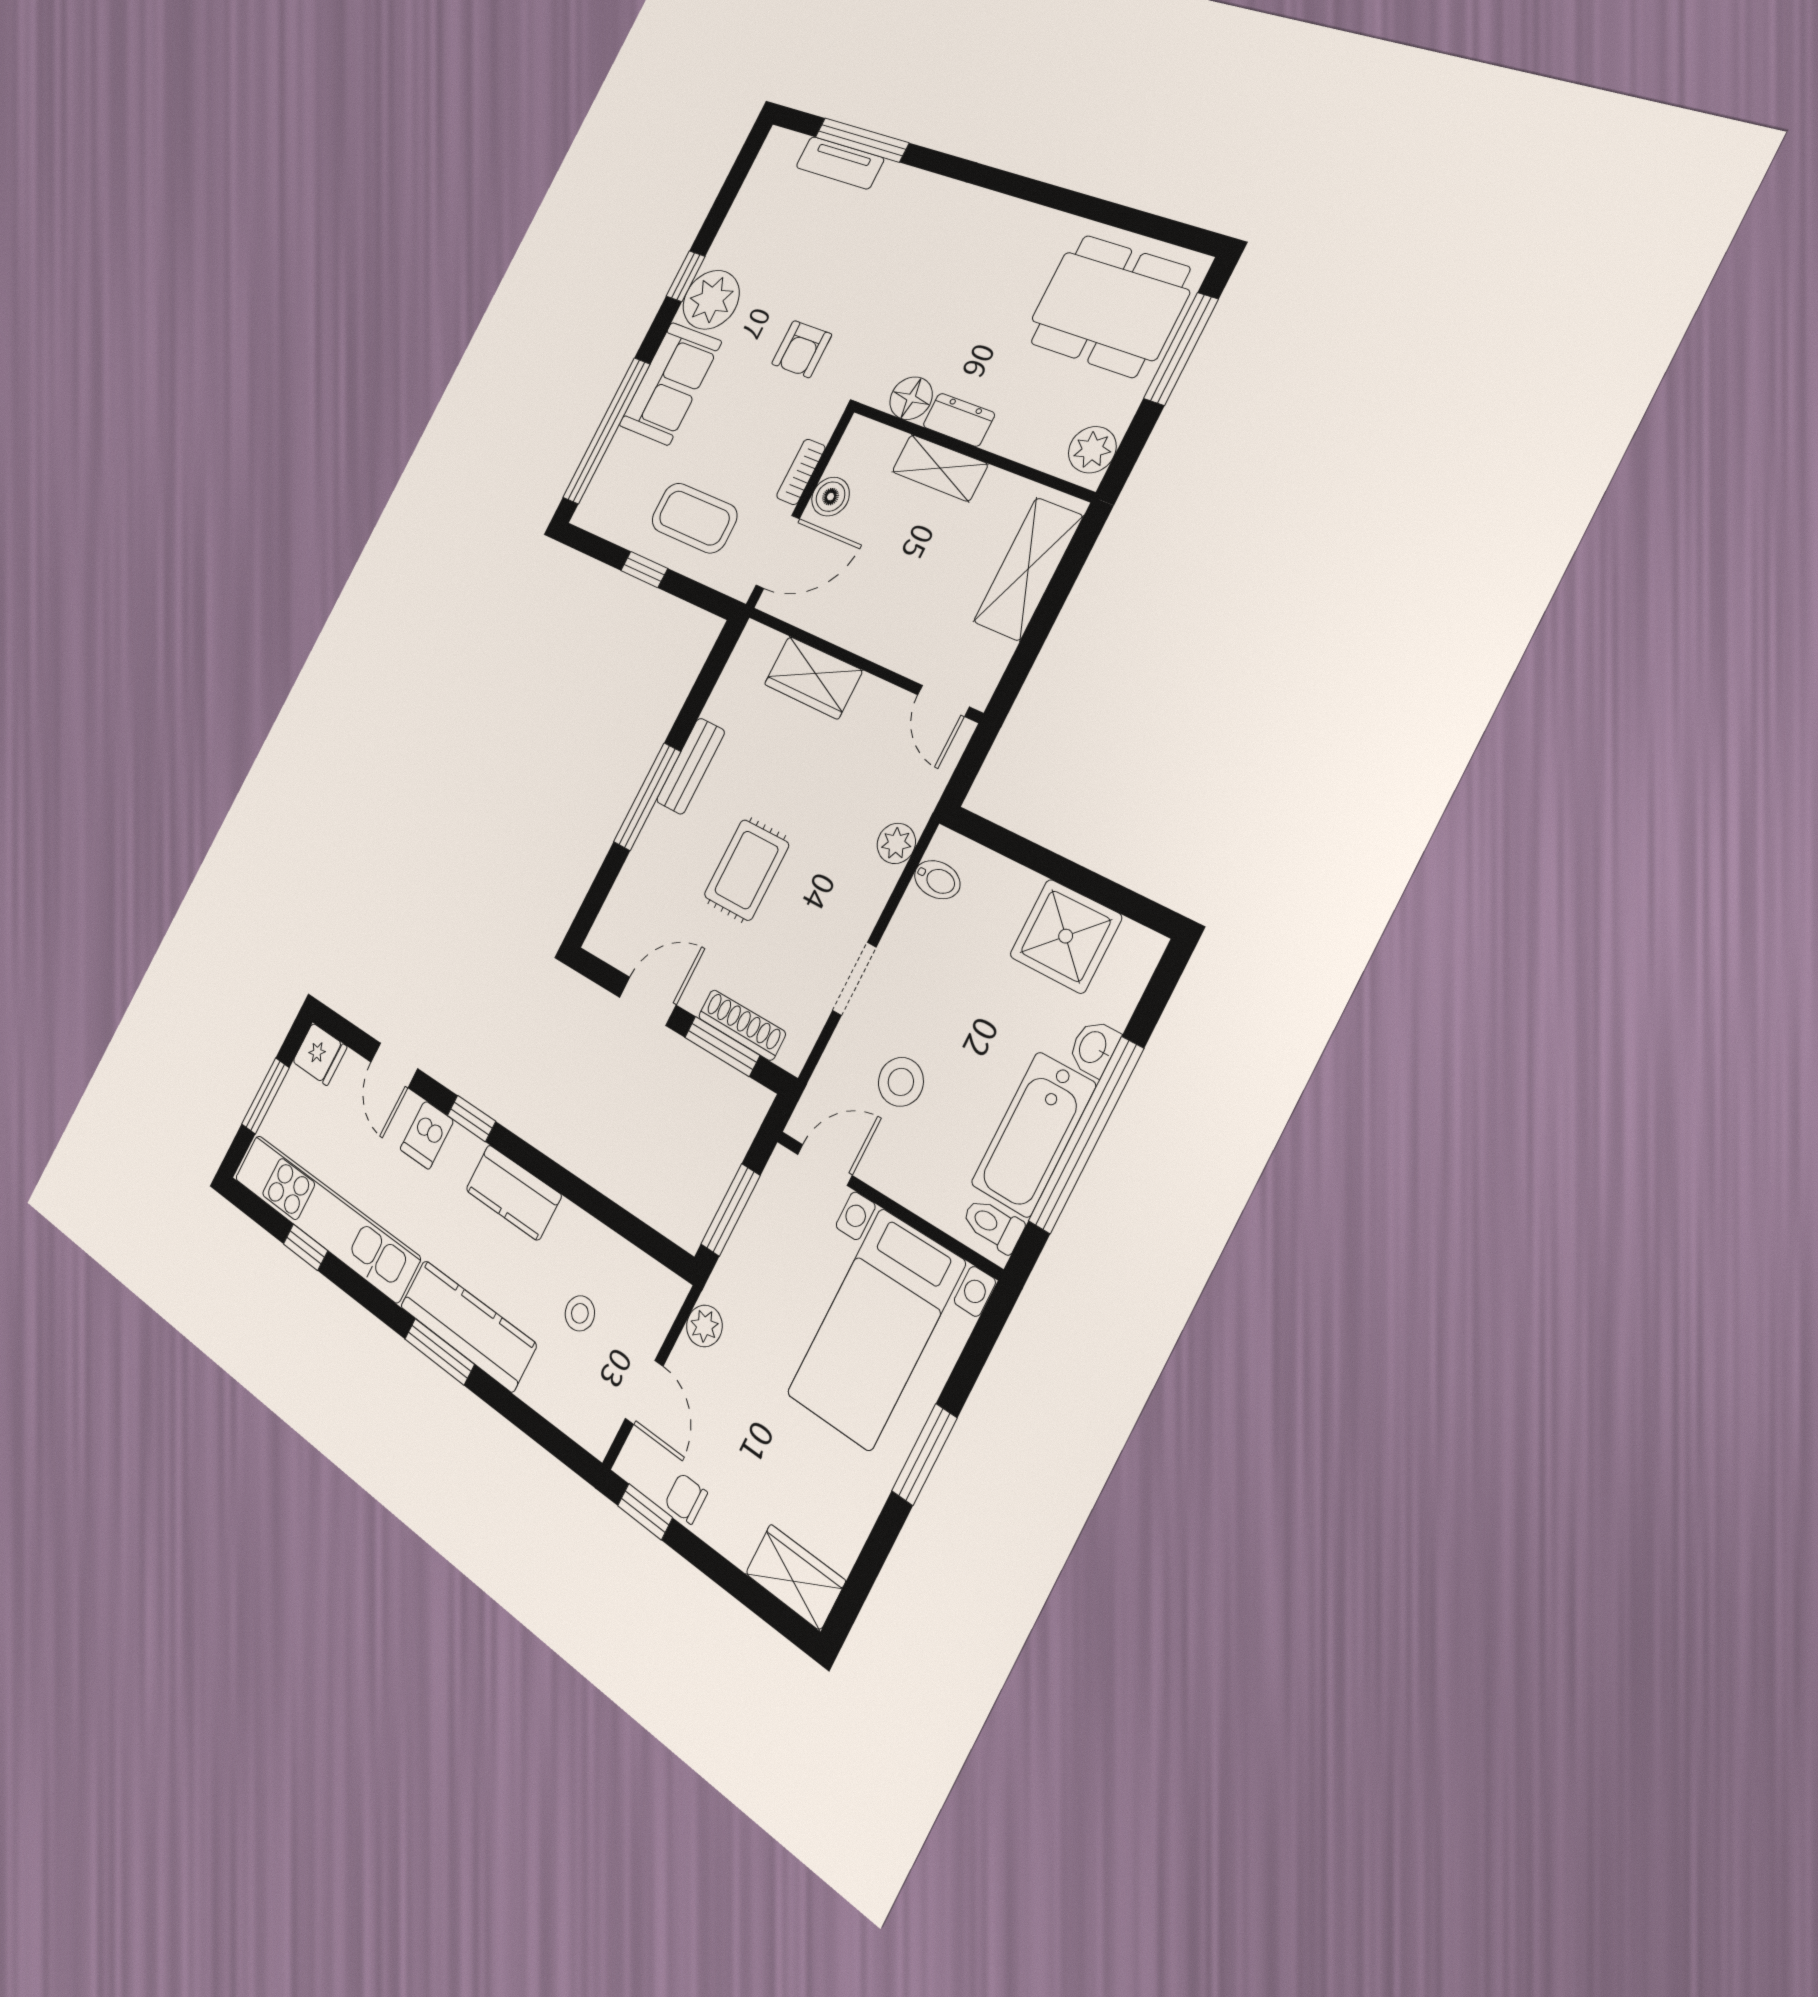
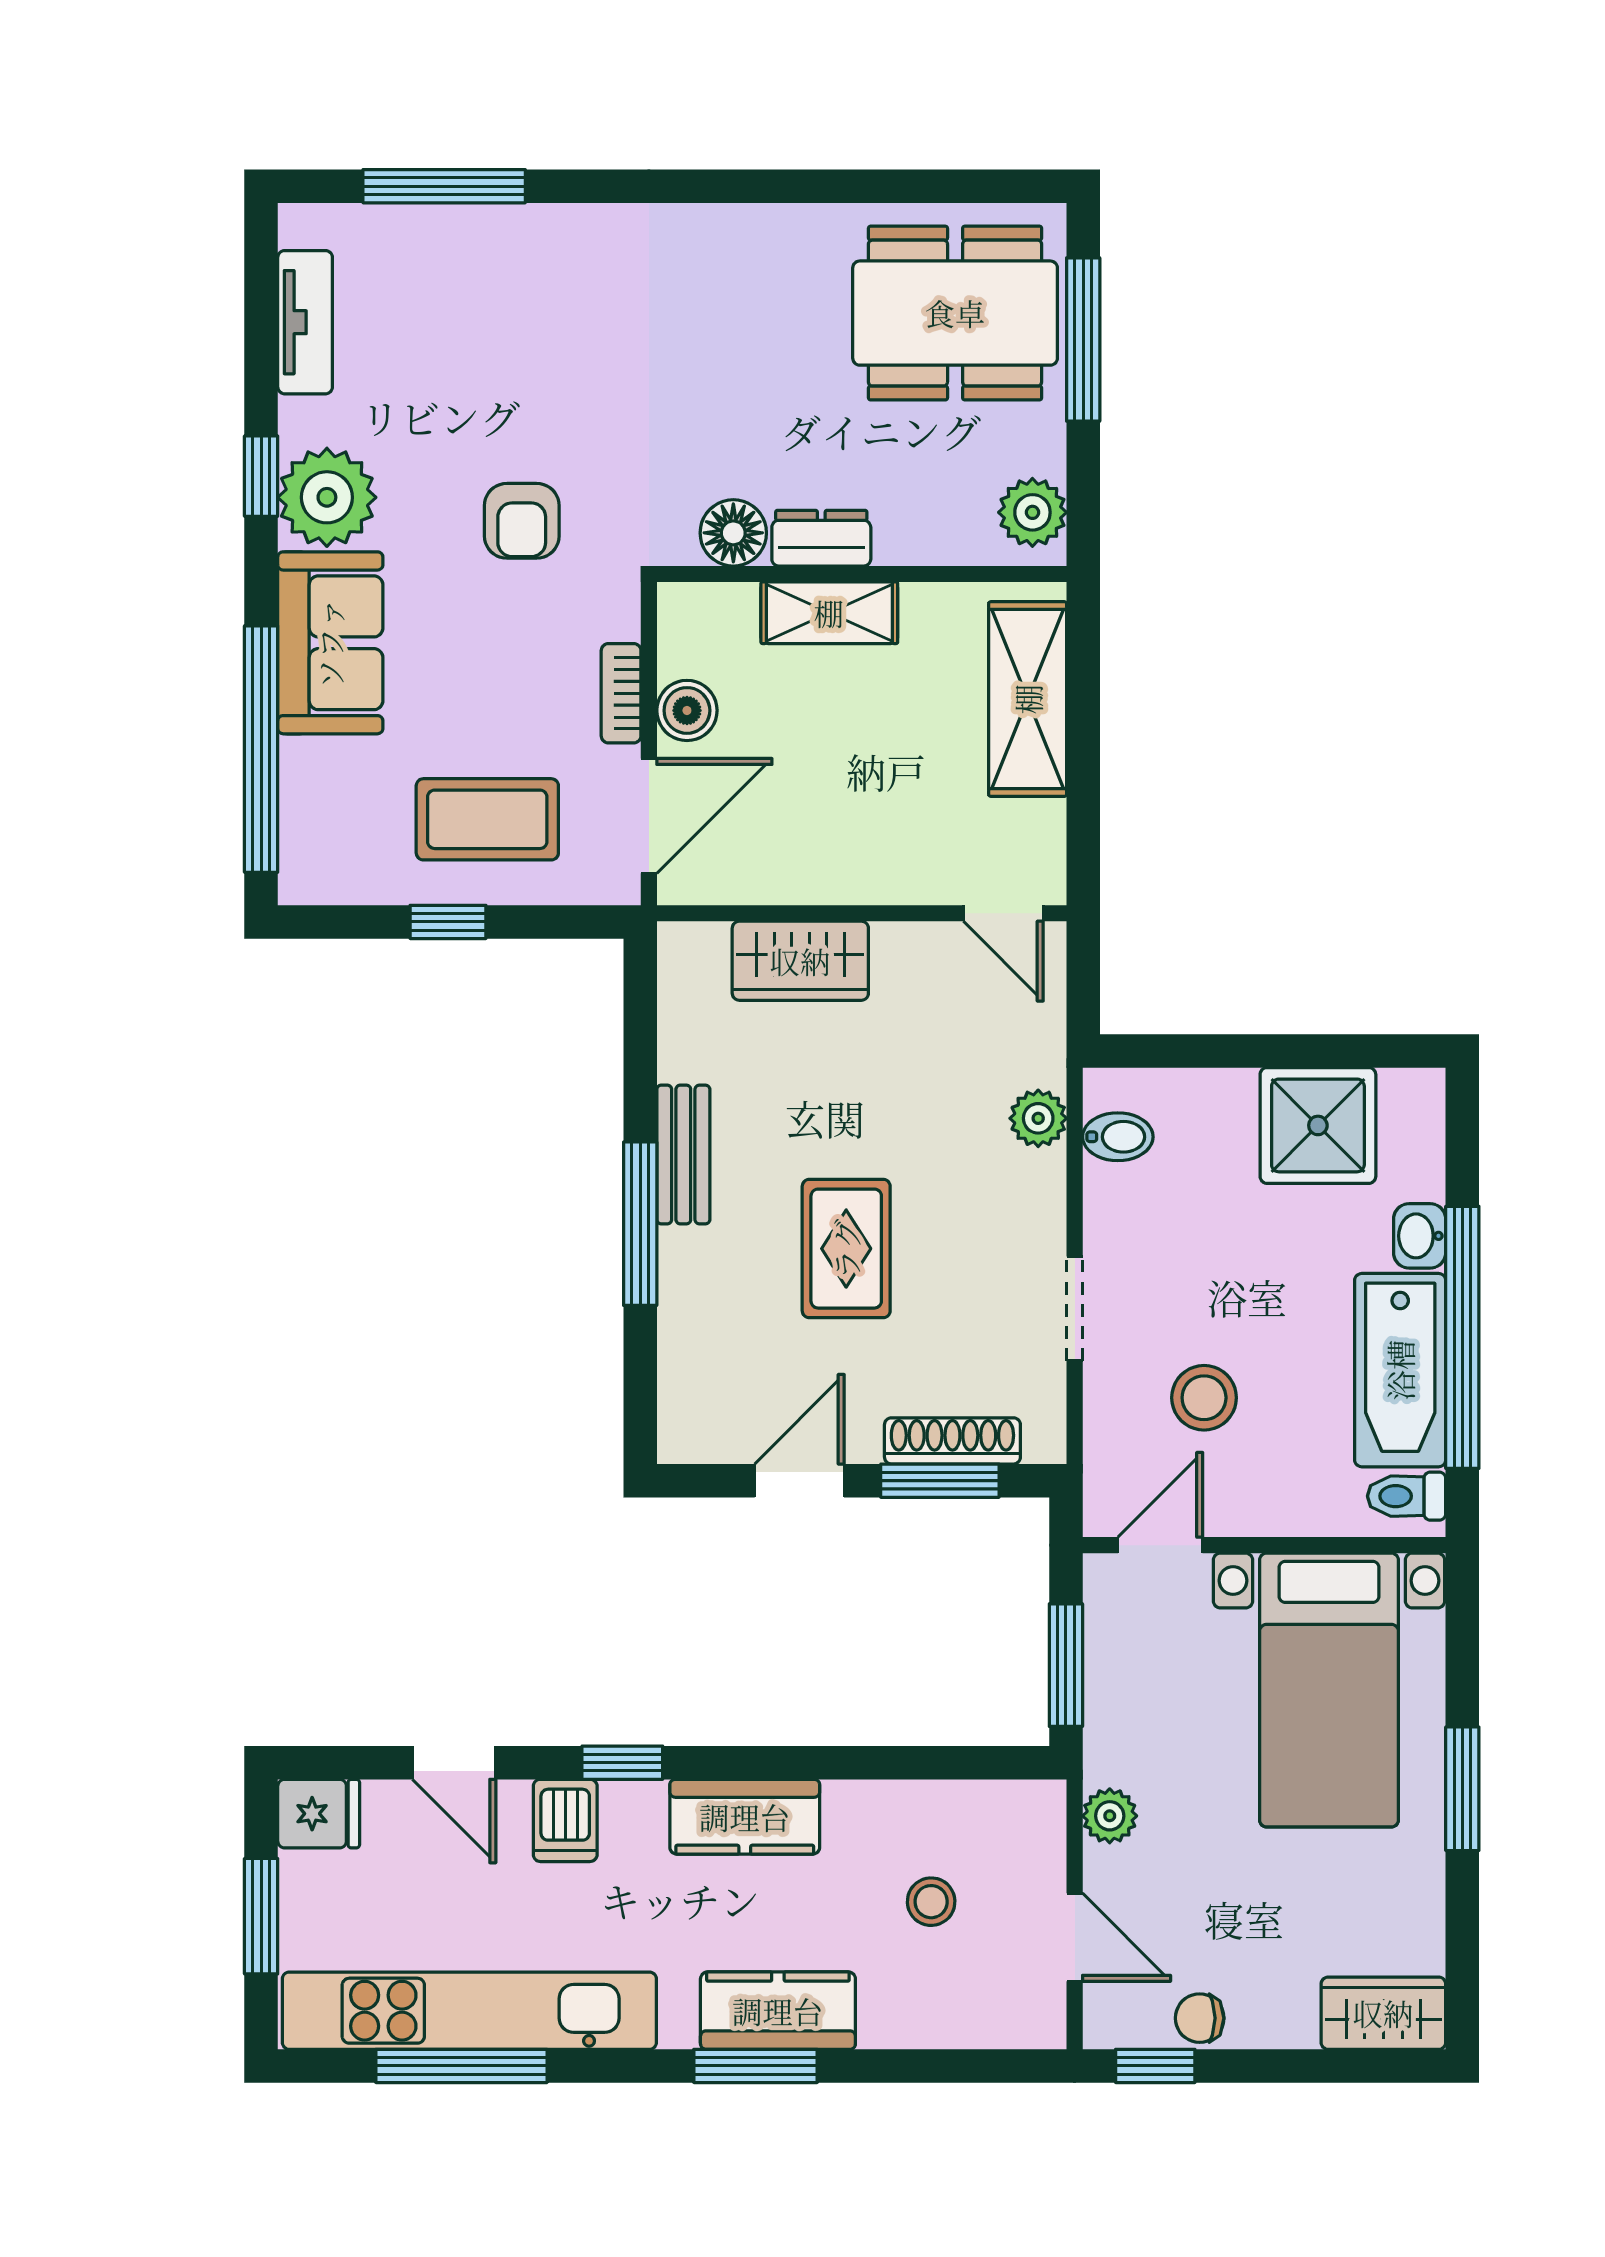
tv unit: (840, 163) -> (305, 322), moved, turned -90
window: (305, 1247) -> (461, 2066), width x2.17
kitchen counter: (468, 1325) -> (778, 2011), width x0.67

